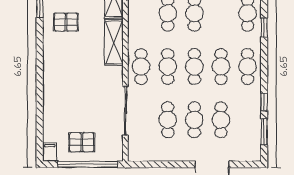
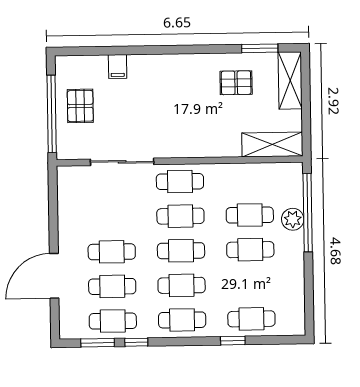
pallet: (66, 22) -> (236, 83), turned 90
shelving: (114, 42) -> (211, 146), removed
cafe table: (168, 120) -> (113, 321), moved
filing cabinet: (50, 152) -> (118, 66), moved, turned 90

